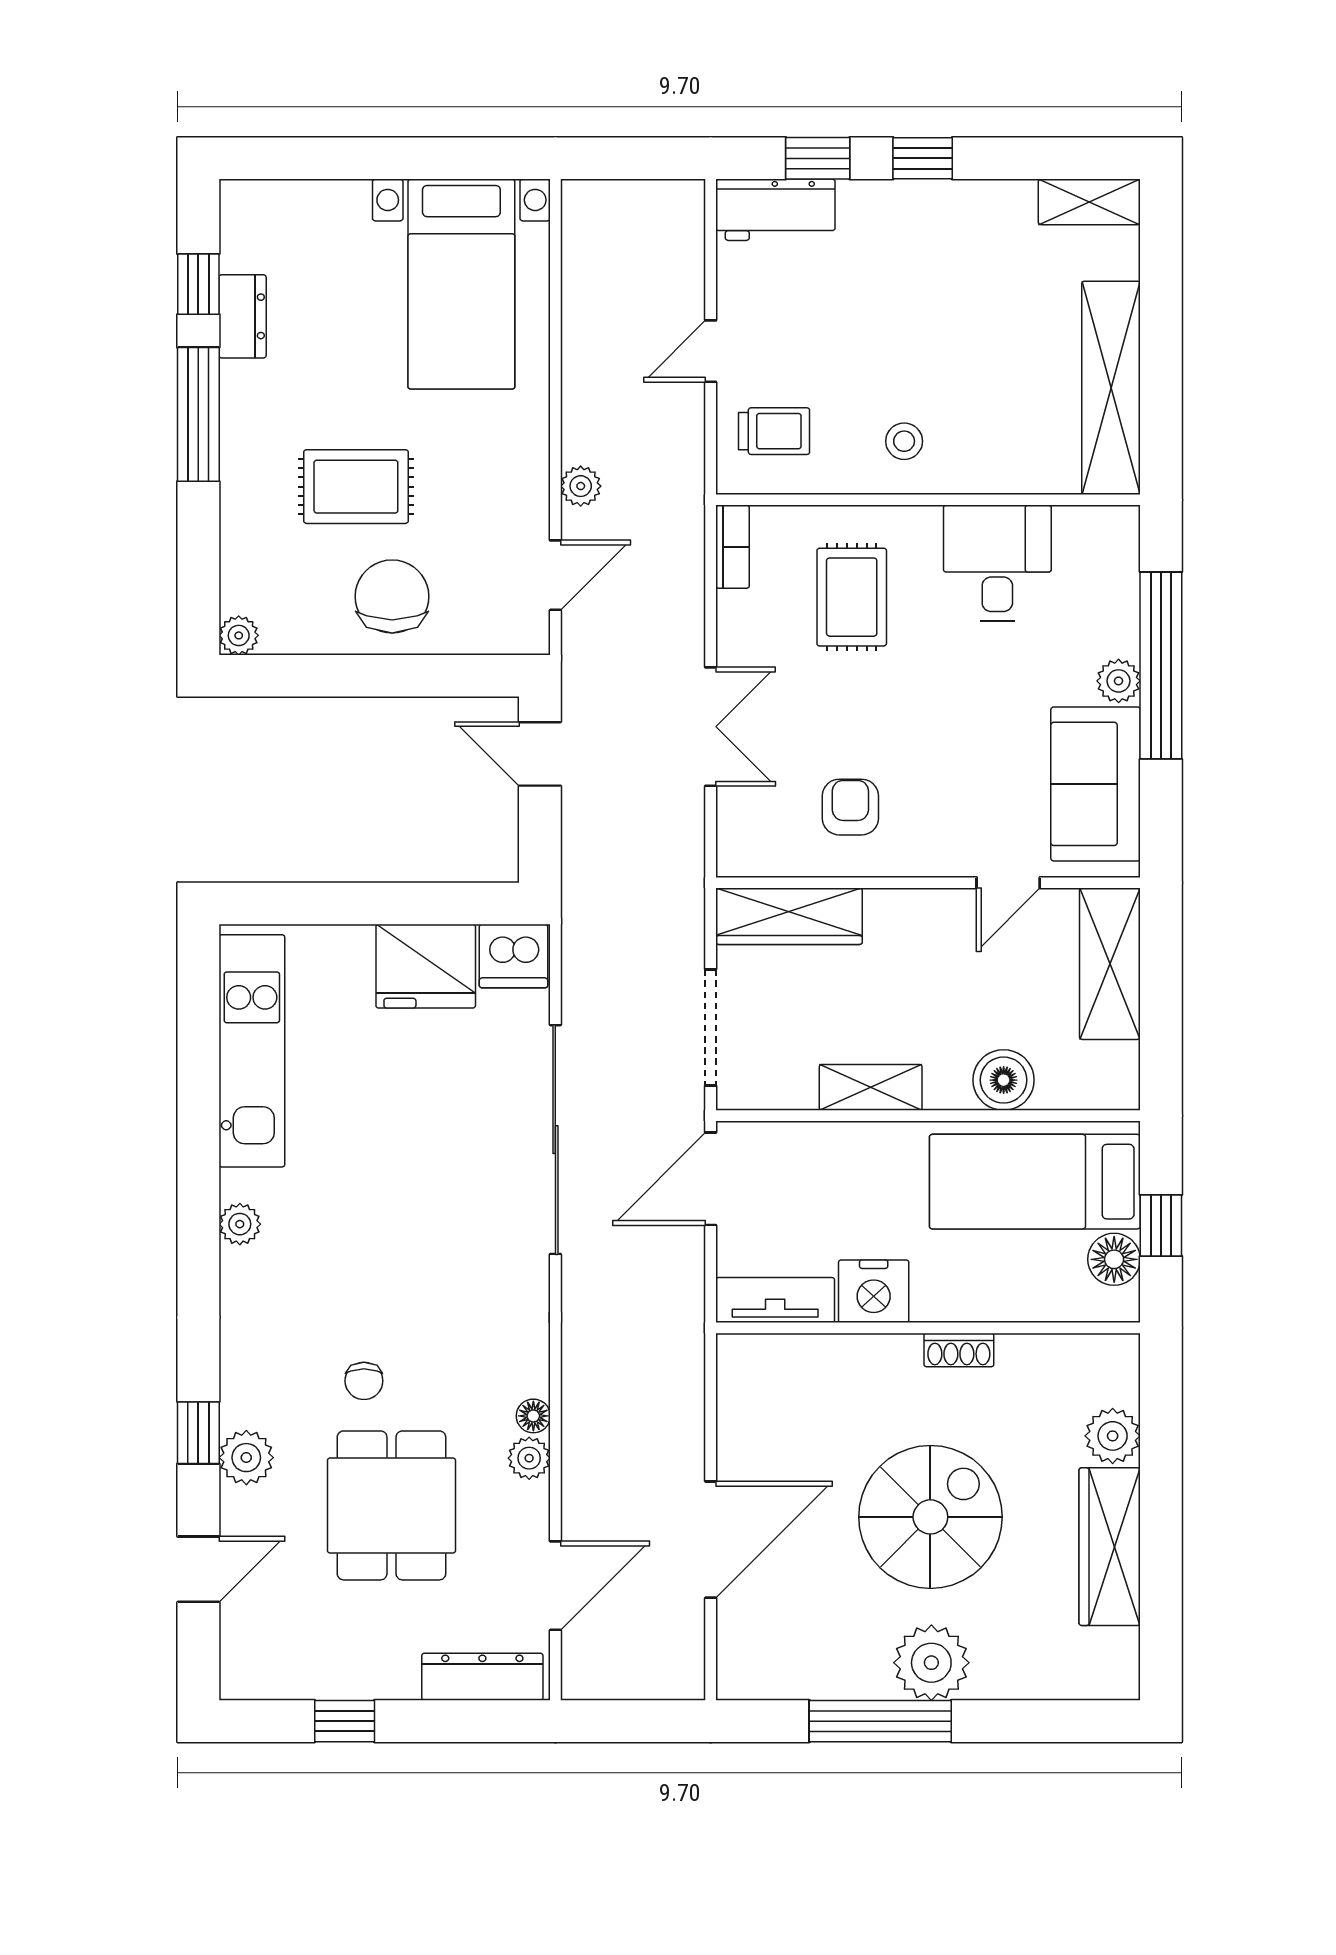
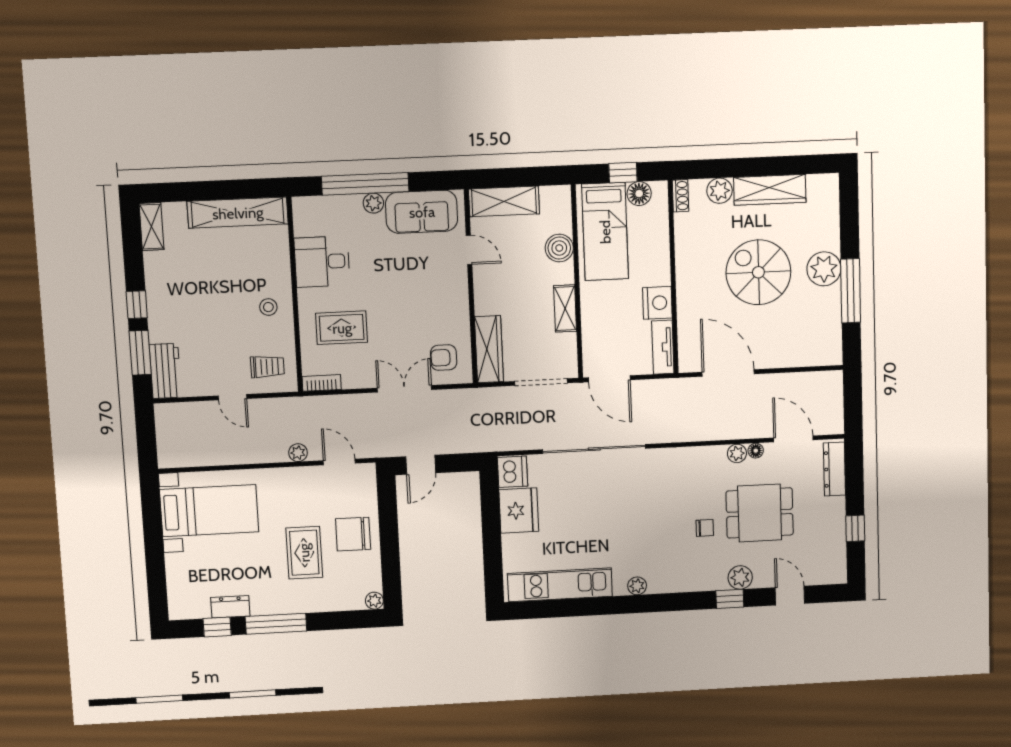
window: (818, 158) -> (140, 353), width x1.50
trolley: (774, 431) -> (267, 367), turned 90
armchair: (850, 807) -> (444, 358), moved
shoe rack: (959, 1350) -> (681, 196), moved
floor lamp: (533, 1416) -> (756, 451), moved
door: (711, 1540) -> (728, 373), moved

